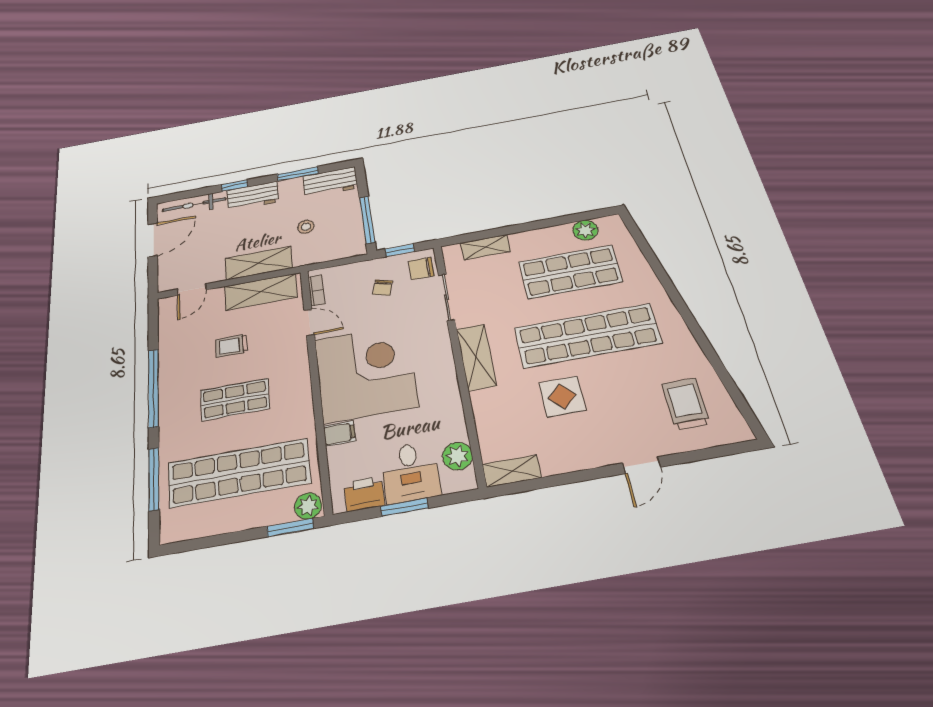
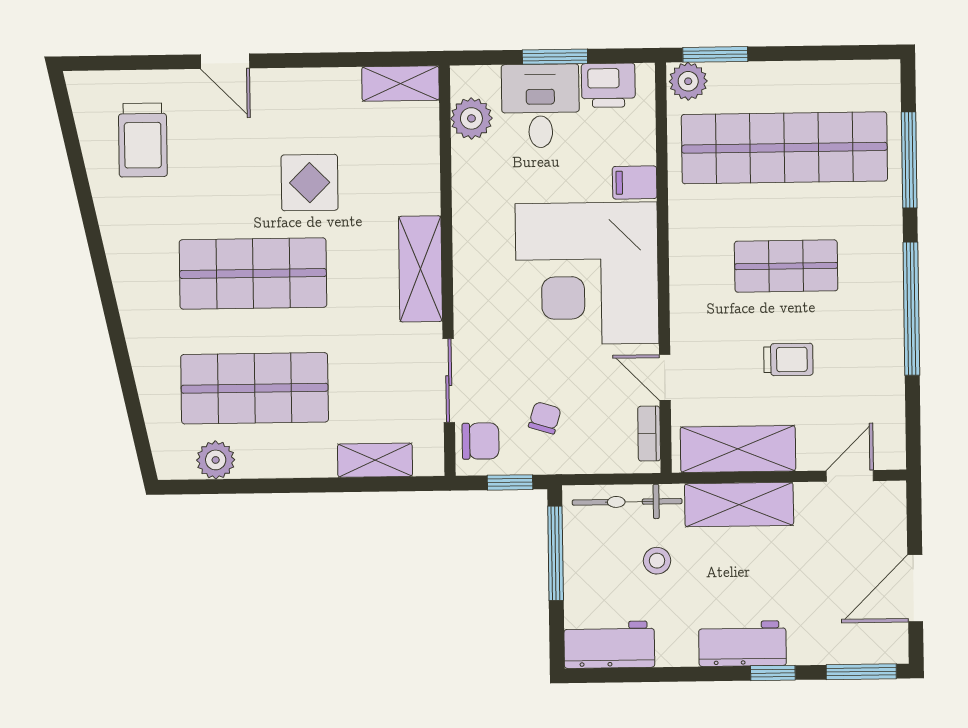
window: (298, 174) -> (861, 672), moved
bicycle: (194, 205) -> (627, 502), moved, turned 180
shop shelf: (587, 336) -> (253, 273), width x0.71
door: (641, 465) -> (225, 61), swing flipped

